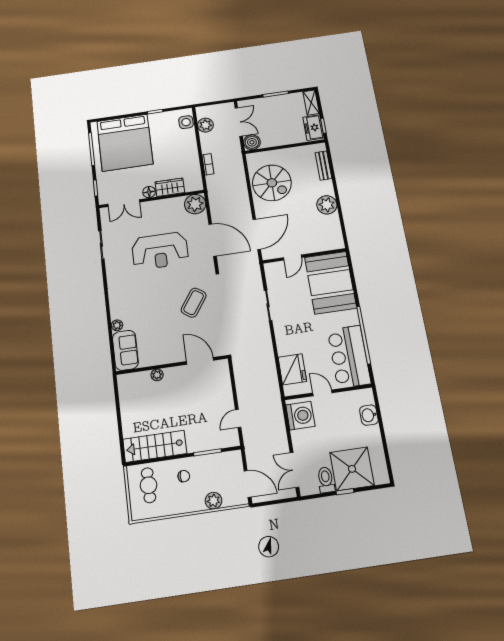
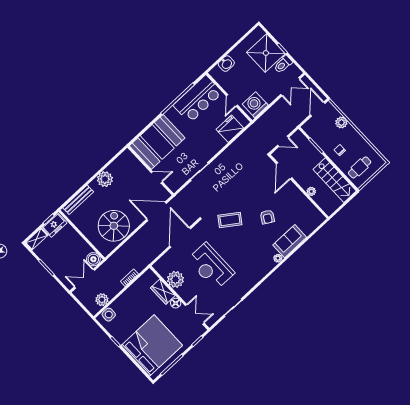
bench: (323, 166) -> (78, 200), width x1.36
plant: (195, 204) -> (175, 279), moved
reception desk: (160, 251) -> (211, 266), turned 180
armchair: (168, 344) -> (267, 217), added
door: (200, 361) -> (284, 171), moved
wall: (172, 365) -> (299, 187), moved
plant: (157, 375) -> (311, 191), moved

